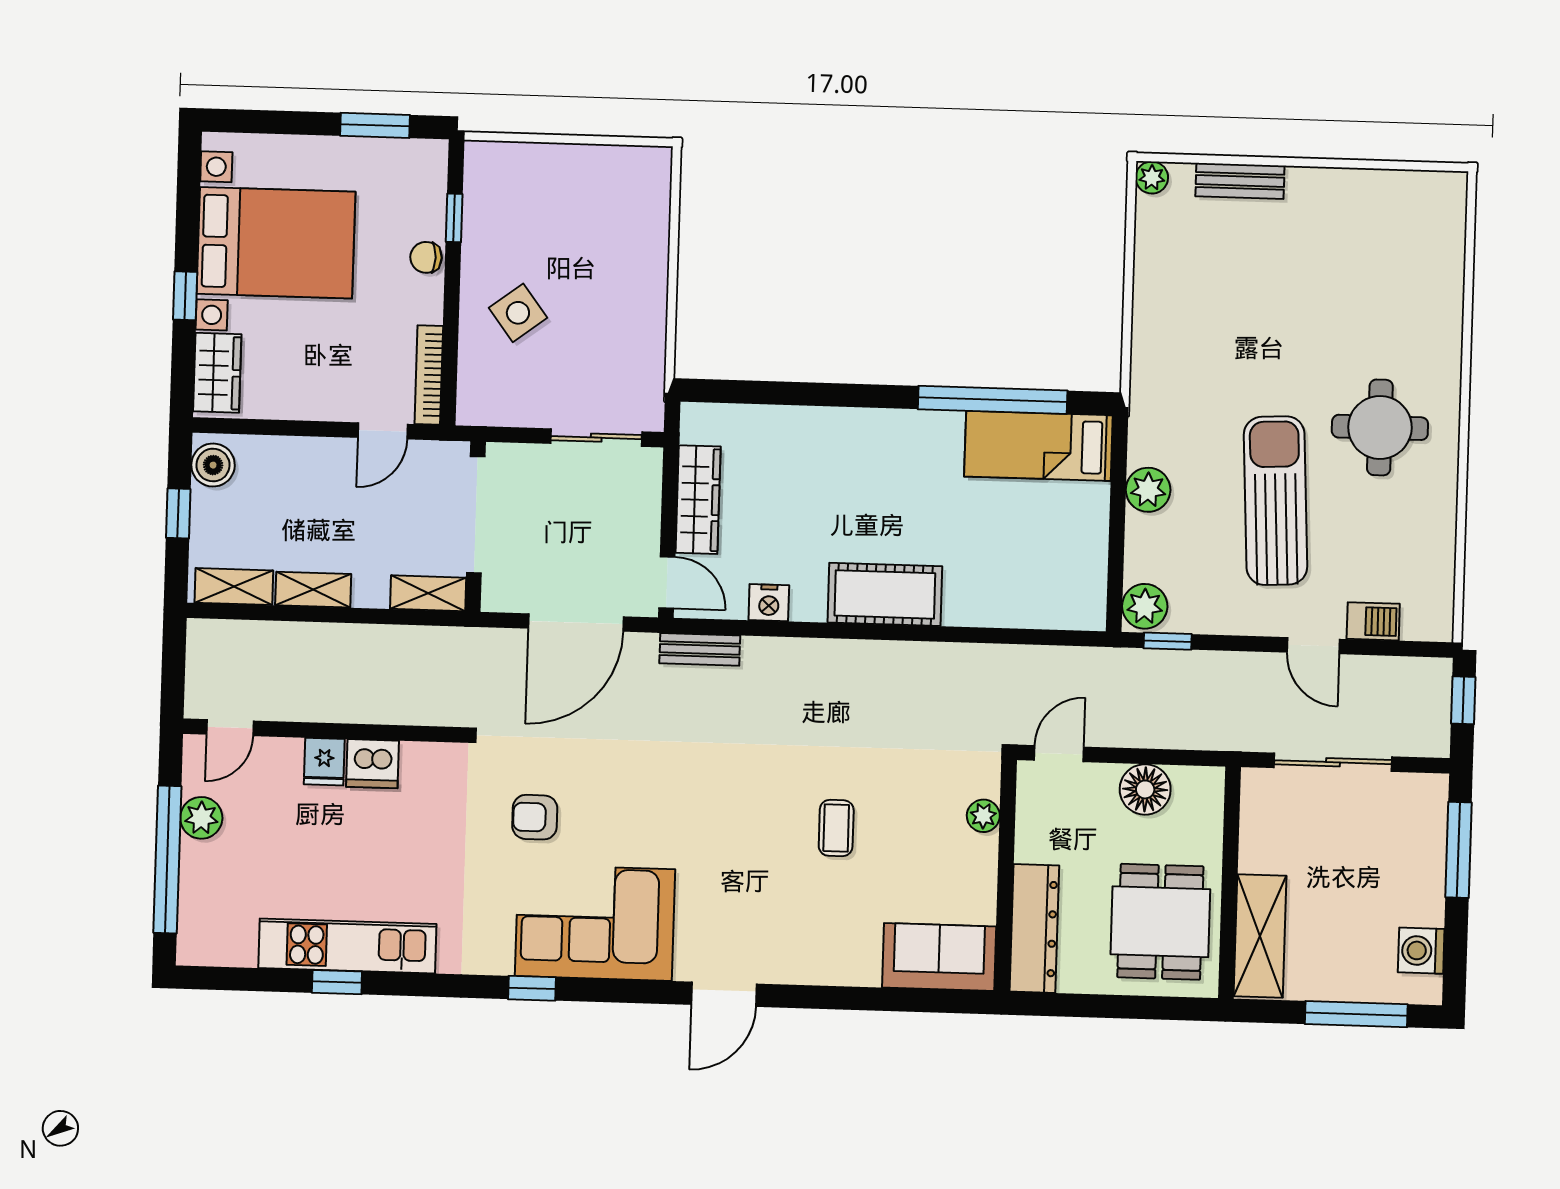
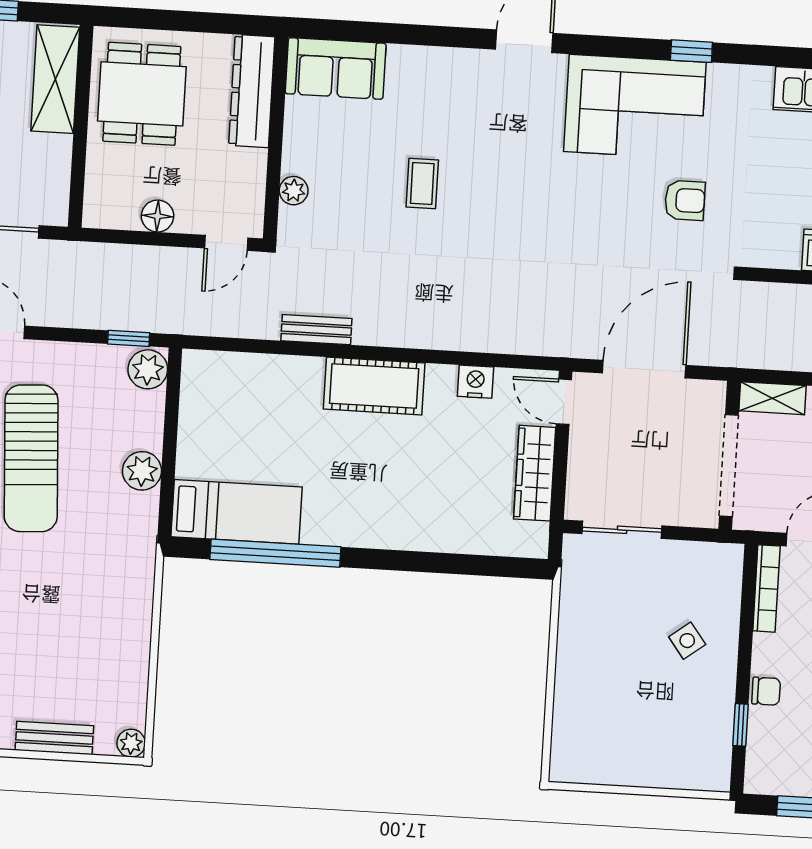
side table: (518, 313) -> (687, 641), width x0.73, depth x0.73
bench: (700, 649) -> (316, 330), moved
floor lamp: (1145, 789) -> (158, 216), width x0.73, depth x0.73

